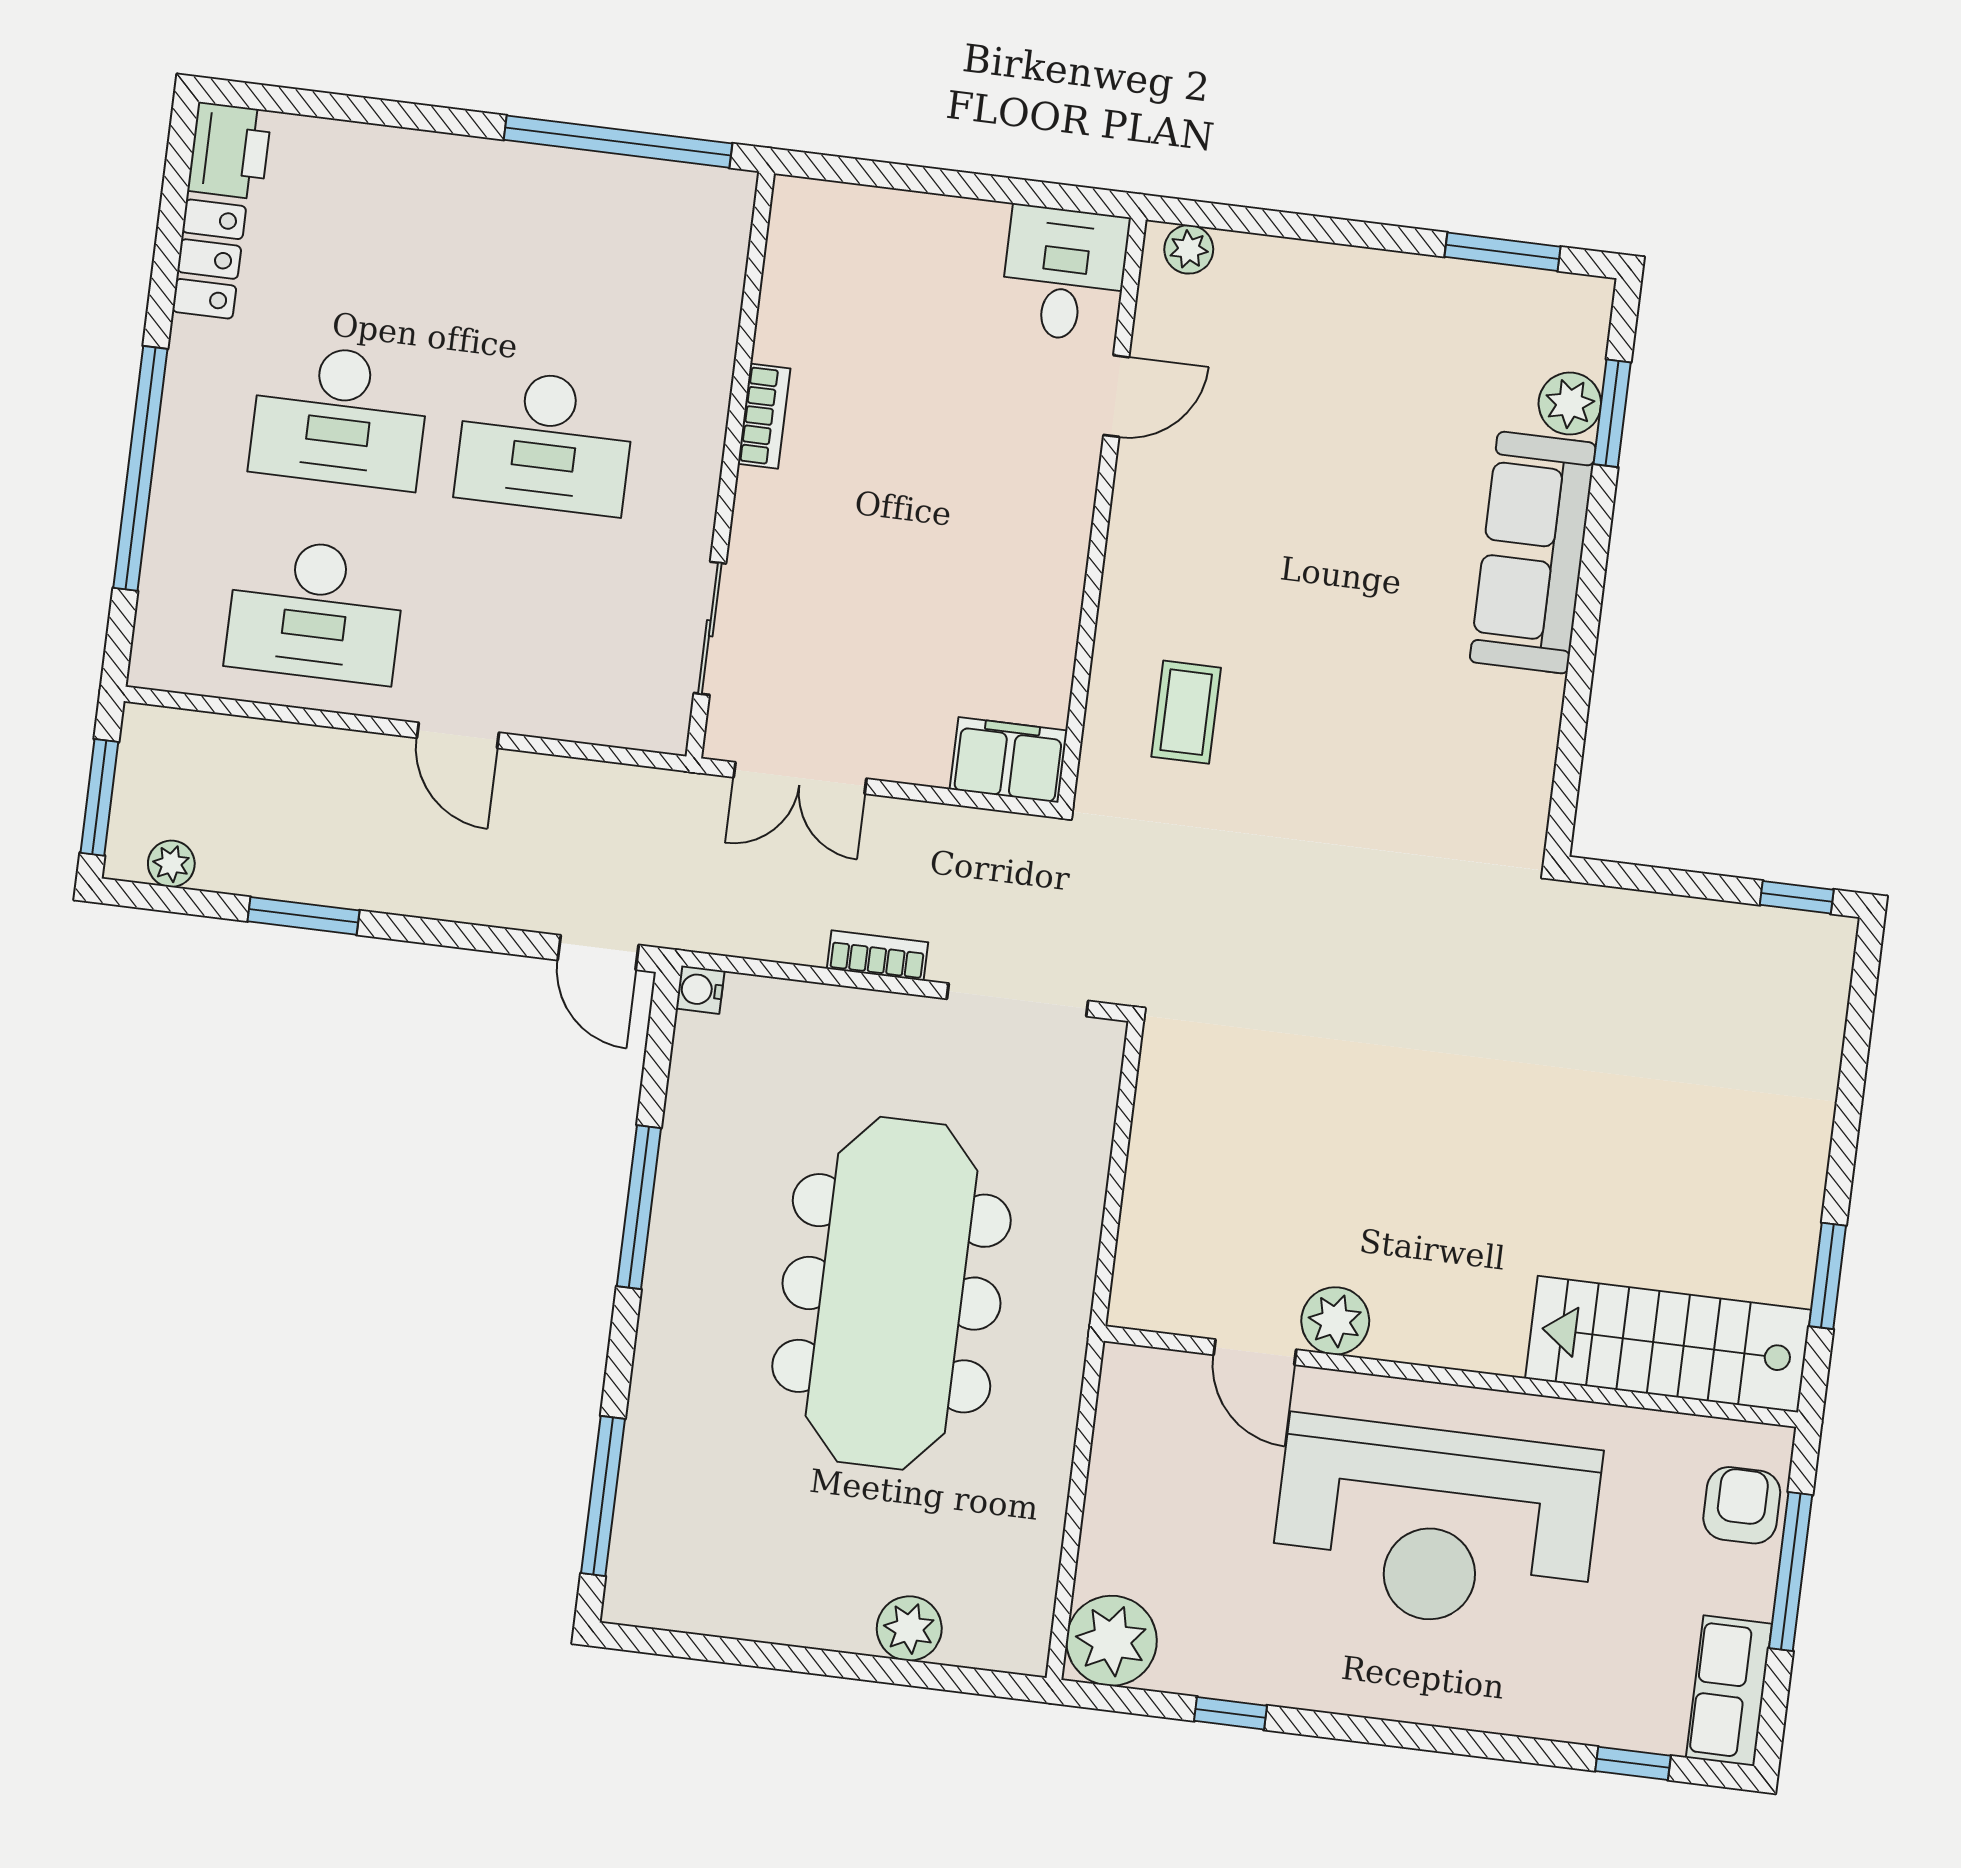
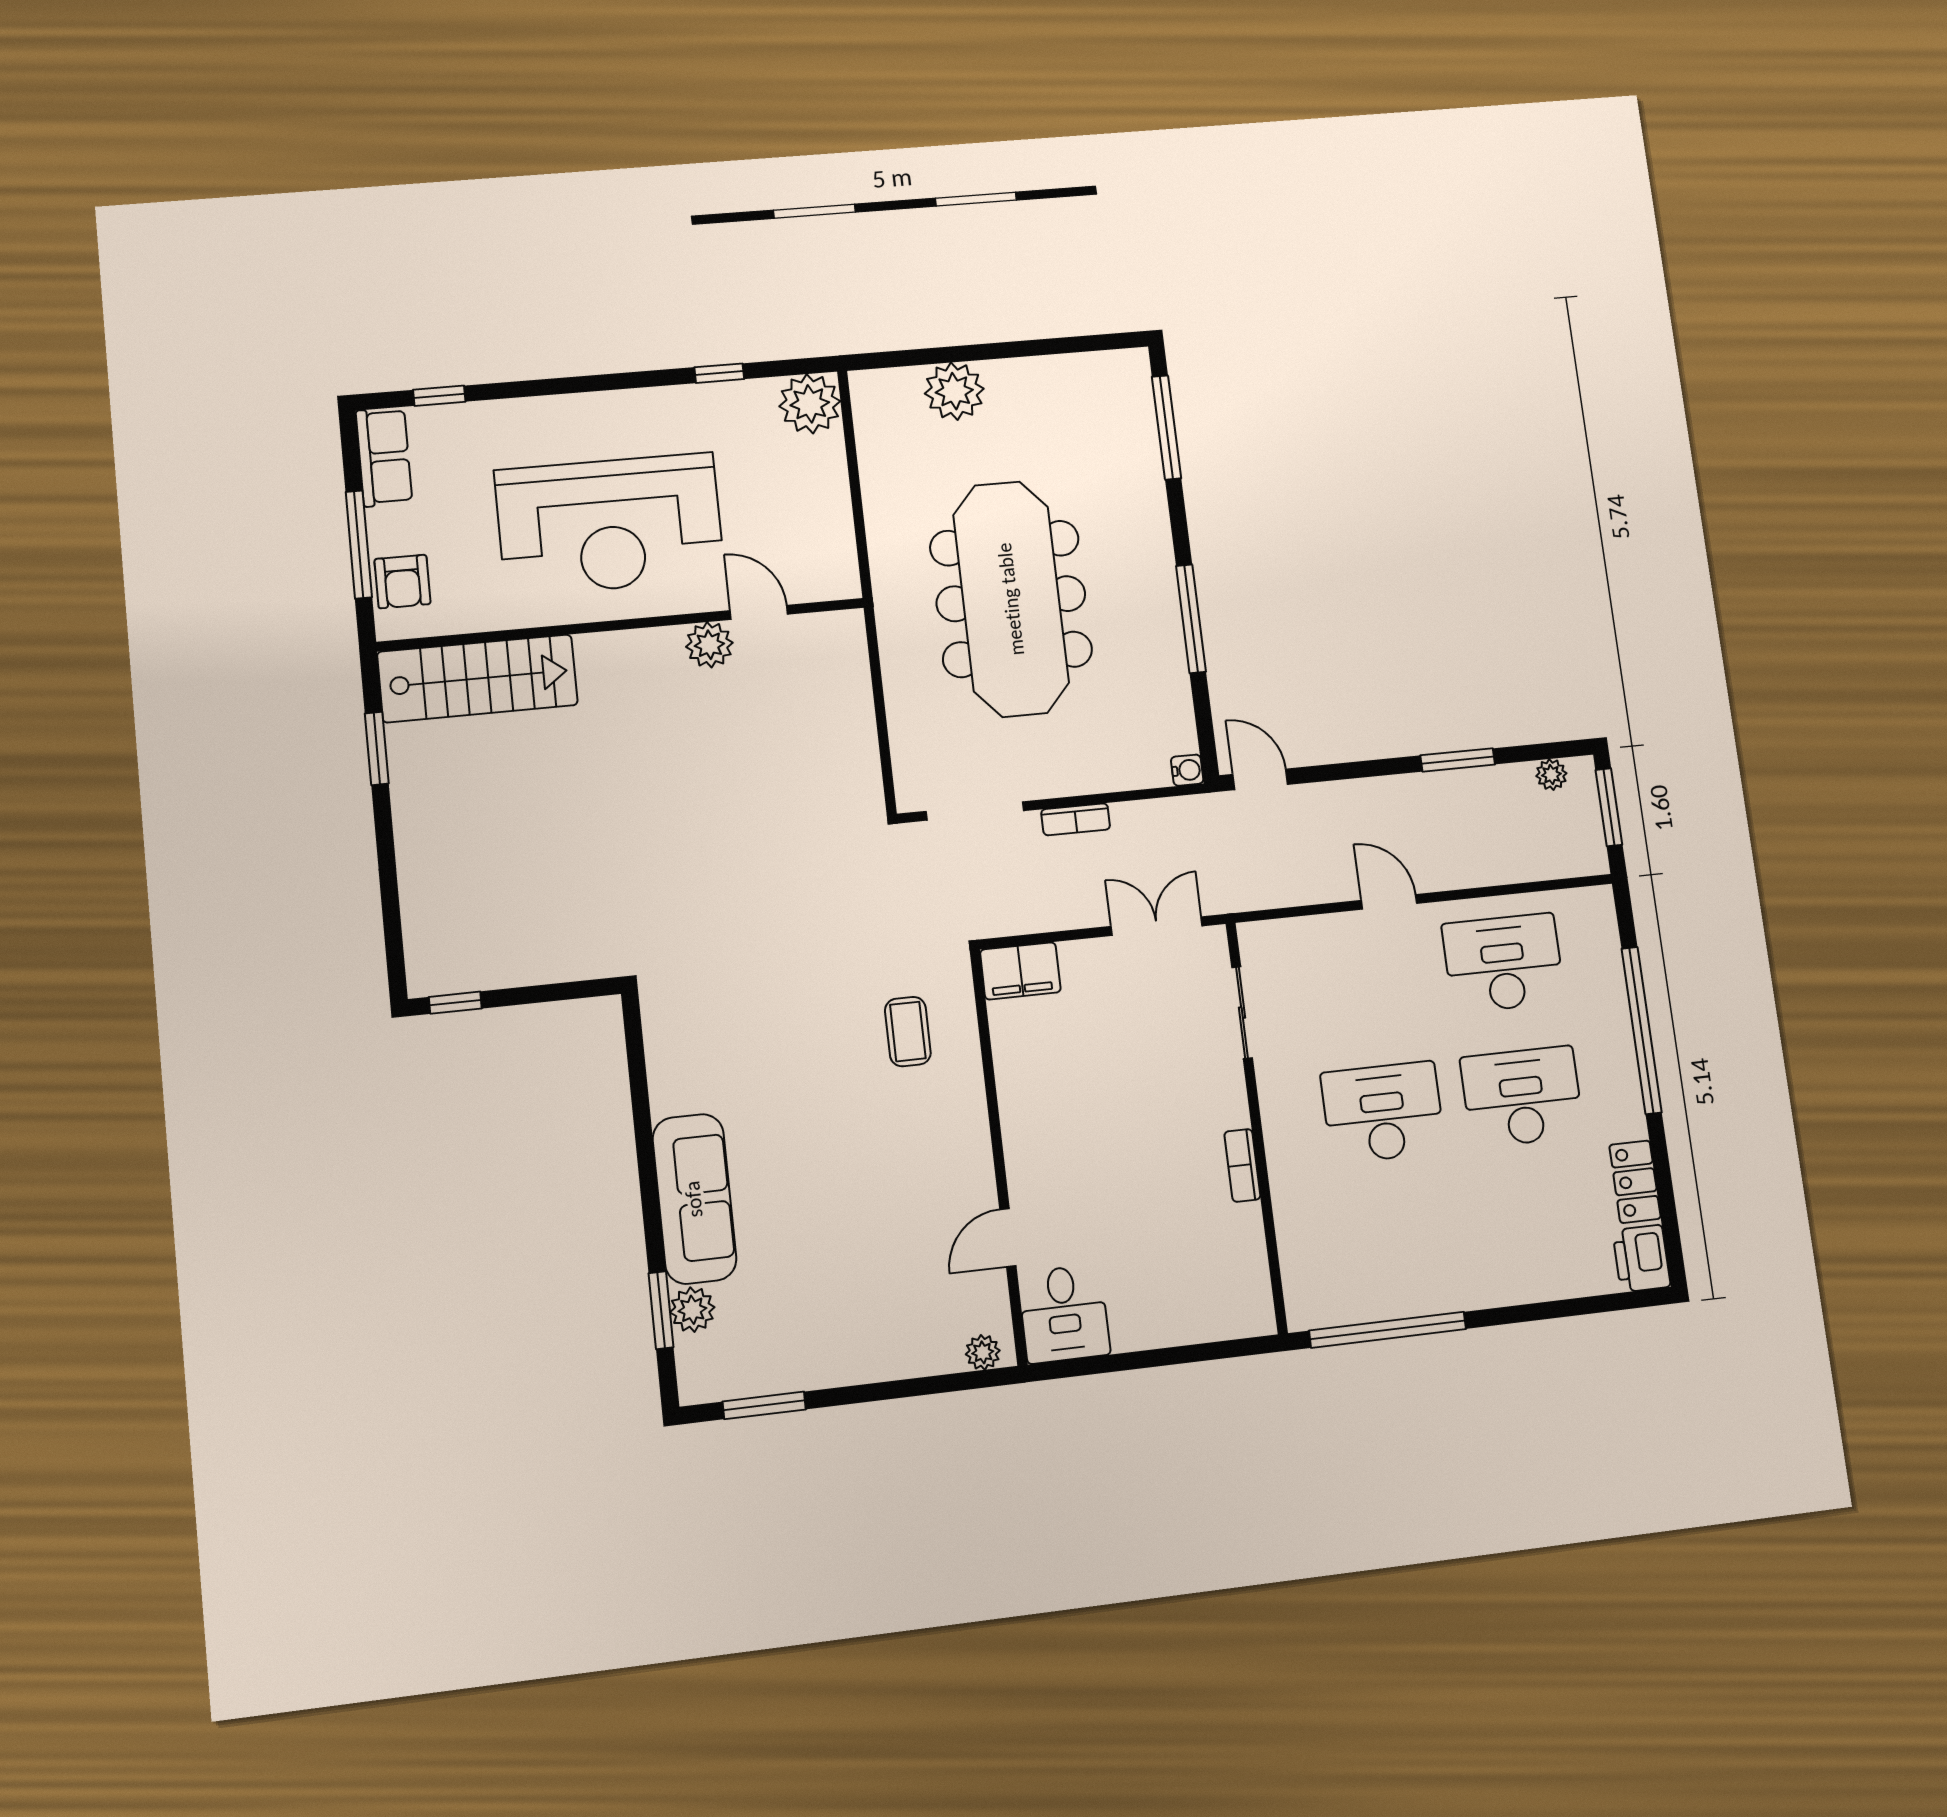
reception desk: (1435, 1525) -> (610, 524), turned 180
plant: (909, 1628) -> (954, 391), width x1.36, depth x1.36

